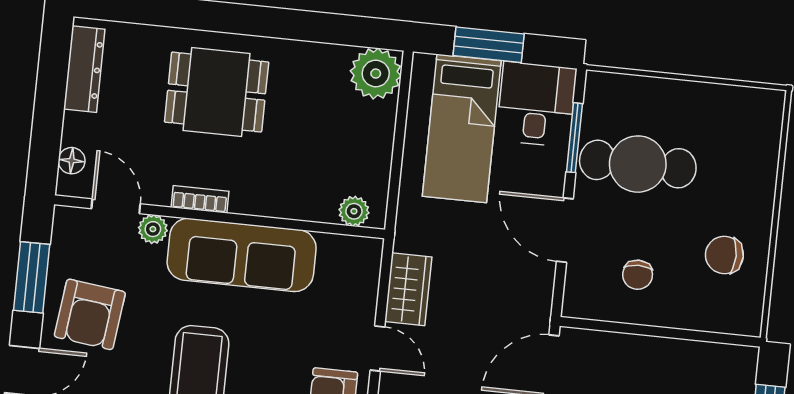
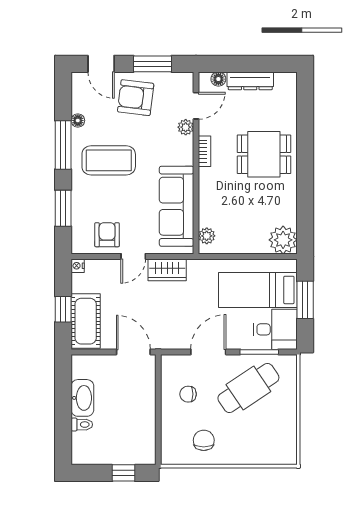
dresser: (84, 69) -> (250, 81), moved
dining table: (217, 92) -> (264, 154), turned 90
cafe table: (638, 164) -> (248, 388), turned 56
sofa: (242, 255) -> (177, 206), moved

